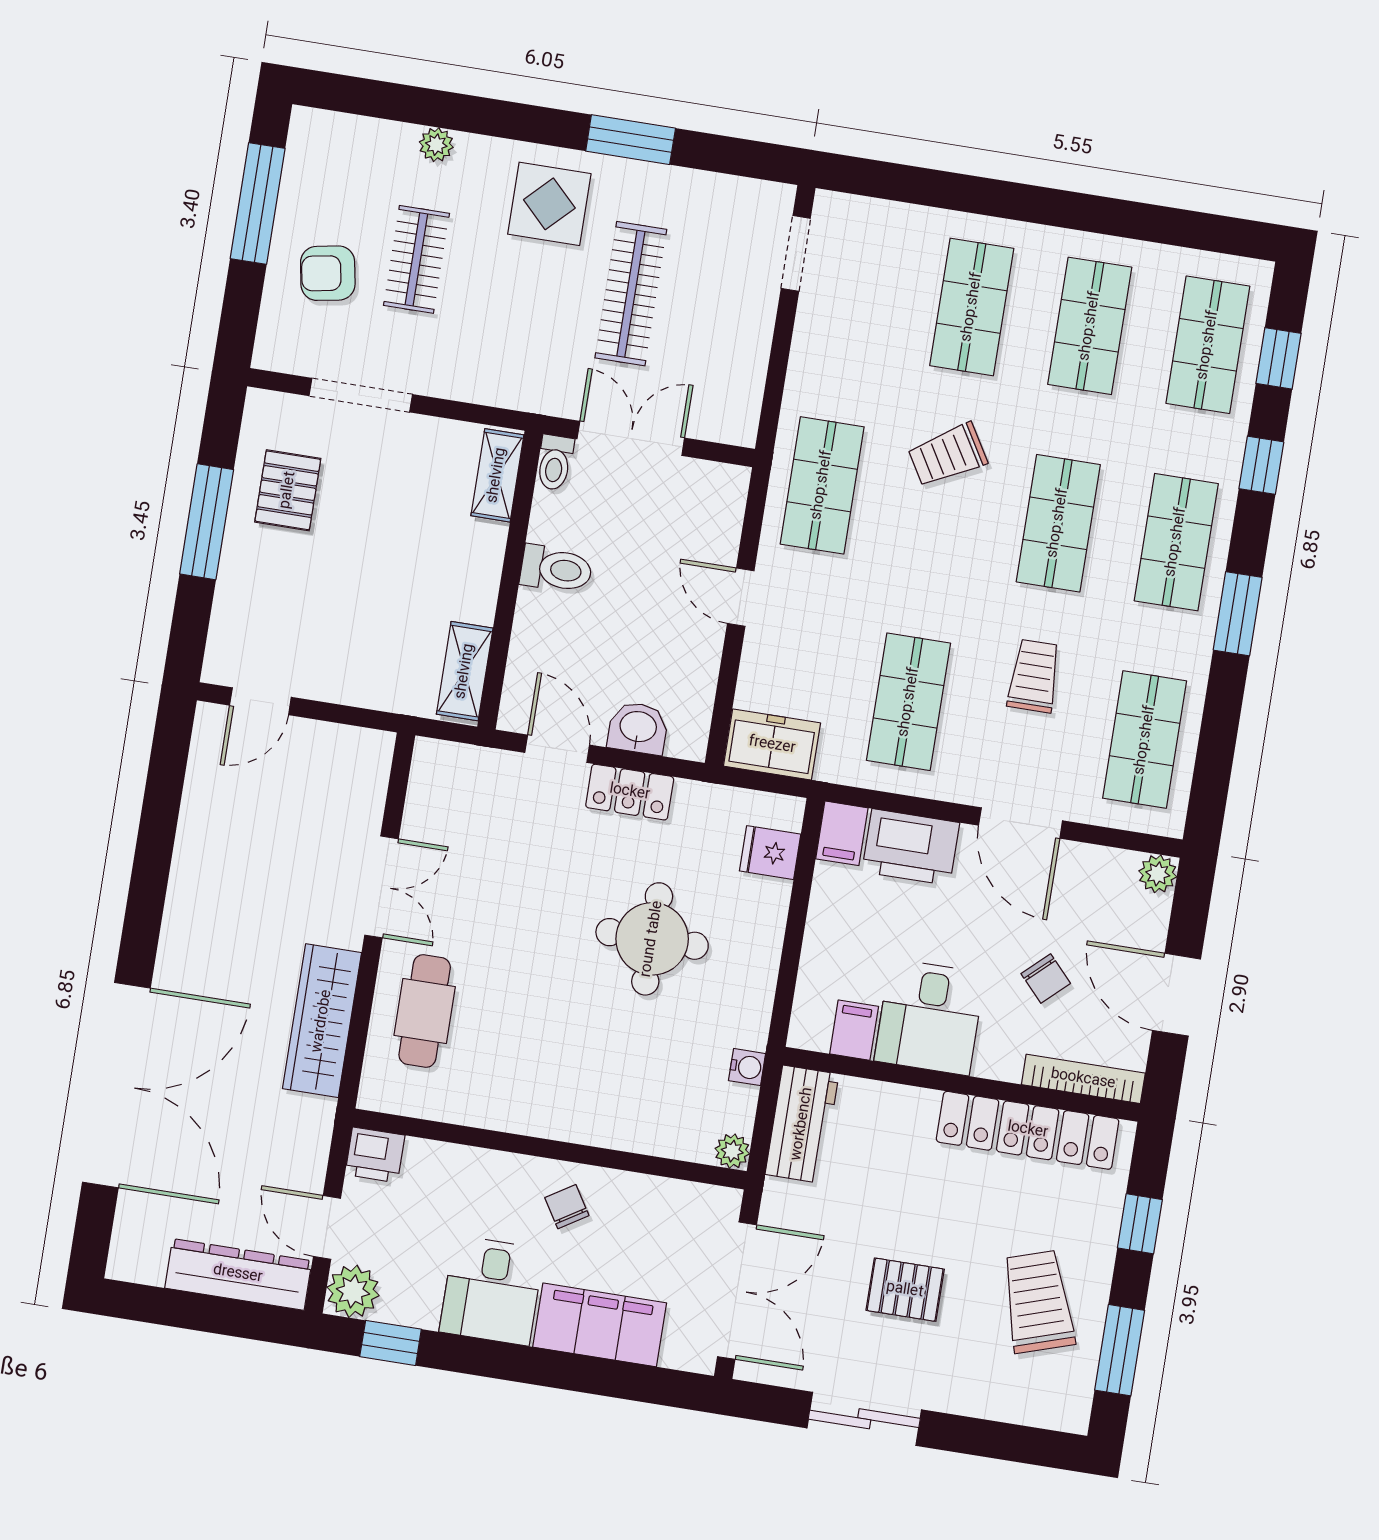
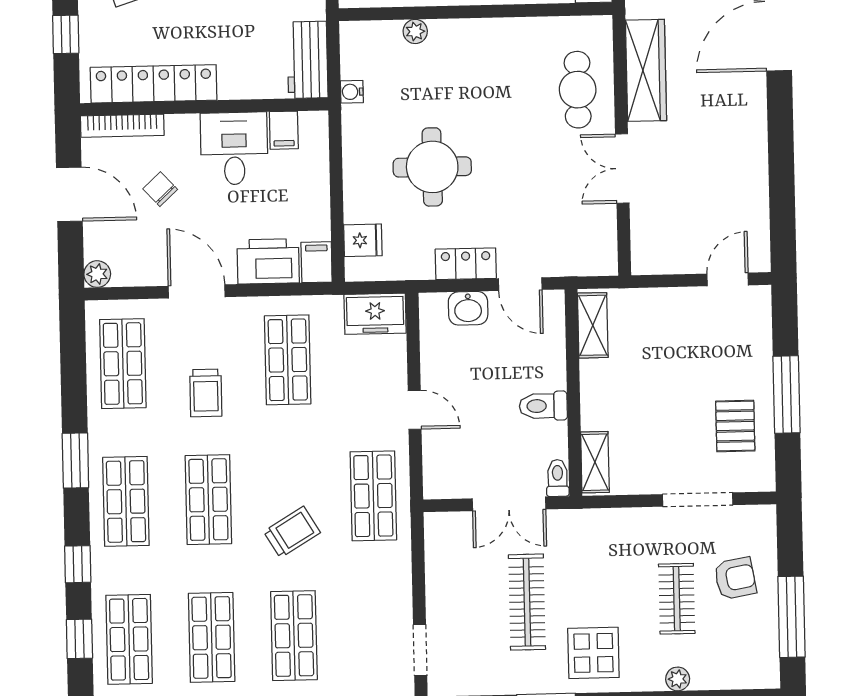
plant: (732, 1151) -> (415, 31), moved

